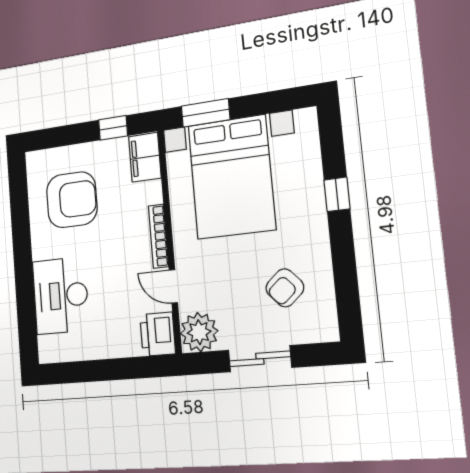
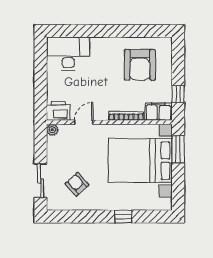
bookcase: (158, 236) -> (126, 116), moved
desk: (61, 296) -> (68, 54), moved
plant: (199, 332) -> (52, 130), width x0.53, depth x0.53
sliding door: (260, 359) -> (41, 181), moved

